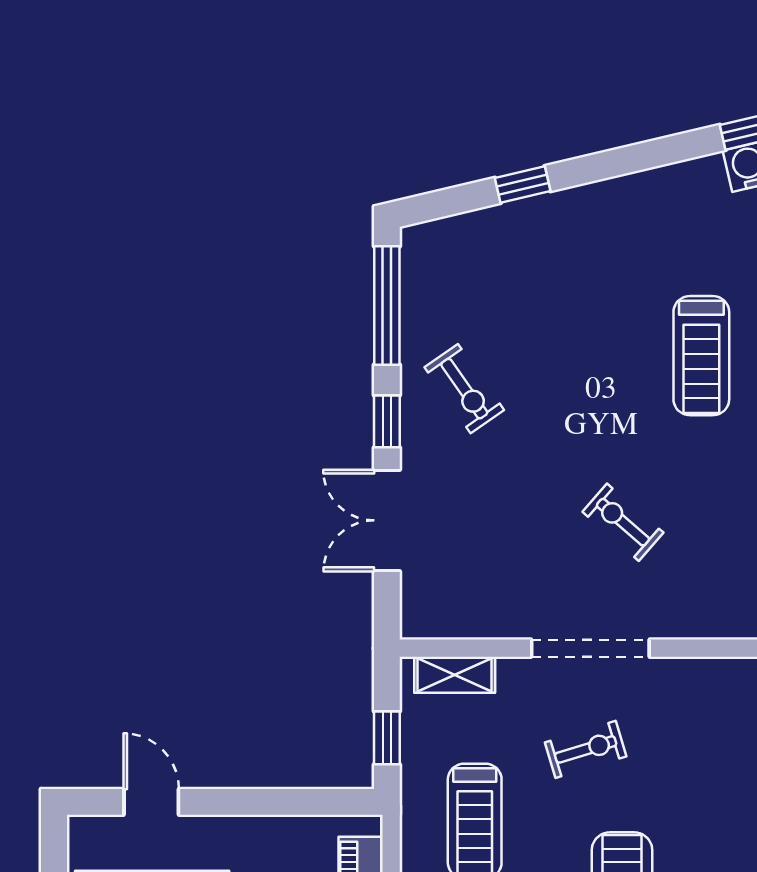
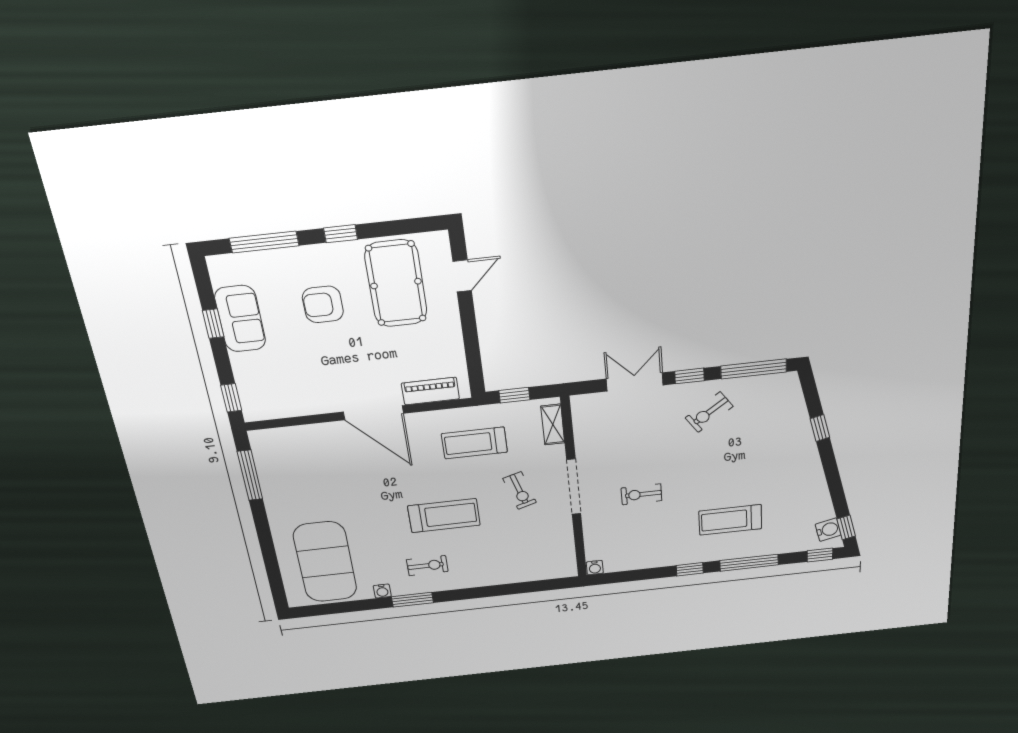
exercise bike: (623, 522) -> (642, 494), turned -131

